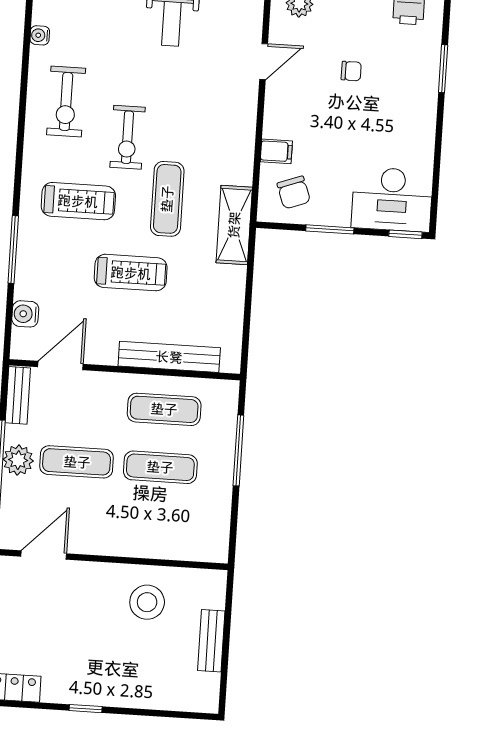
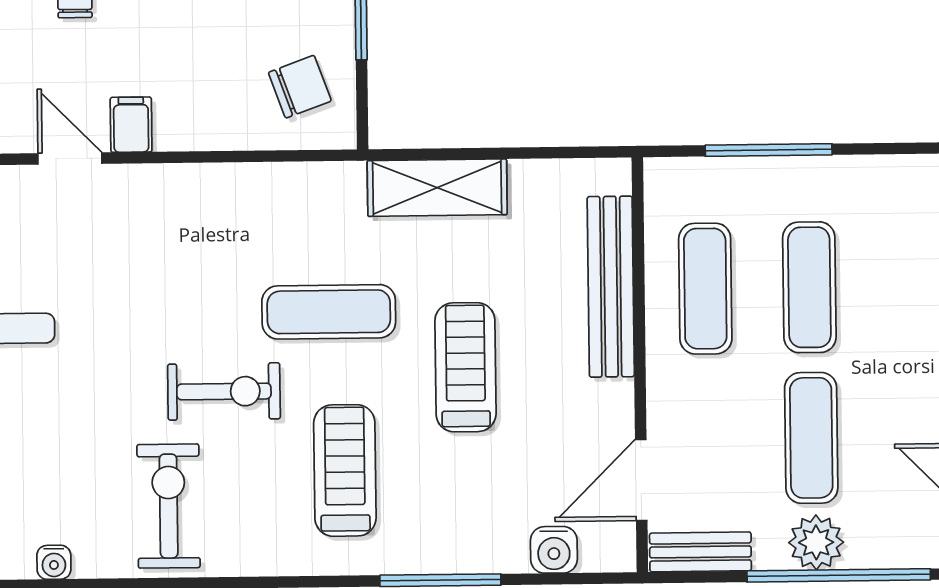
exercise bike: (66, 102) -> (169, 506), turned -90
filing cabinet: (276, 151) -> (131, 125), moved
shelving: (234, 225) -> (437, 188), moved
door: (60, 366) -> (641, 480), hinge flipped

